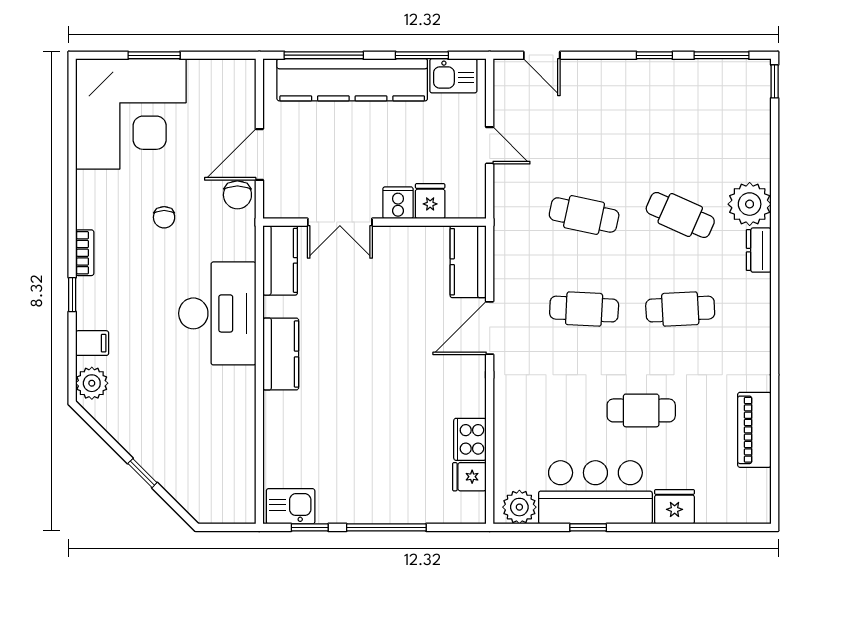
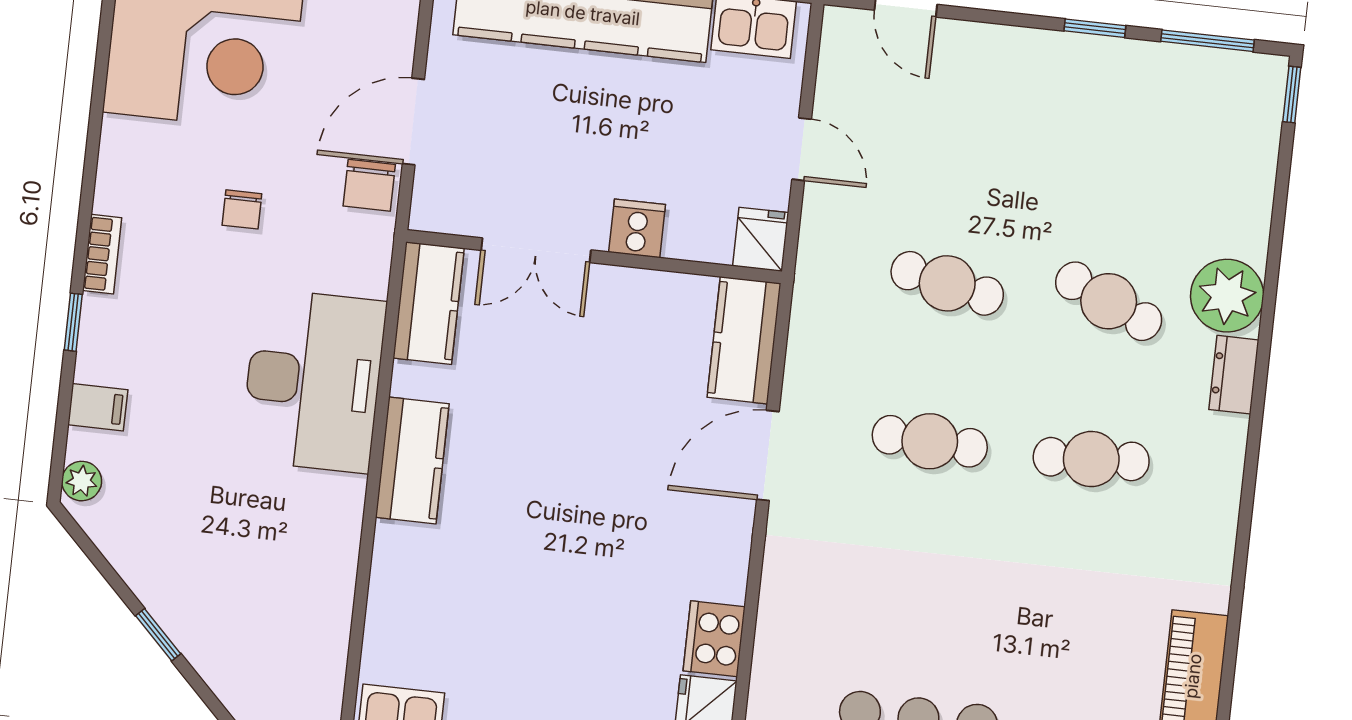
fridge: (430, 201) -> (761, 239), moved
plant: (92, 383) -> (82, 481), width x0.73, depth x0.73
cafe table: (641, 410) -> (1007, 622), removed

